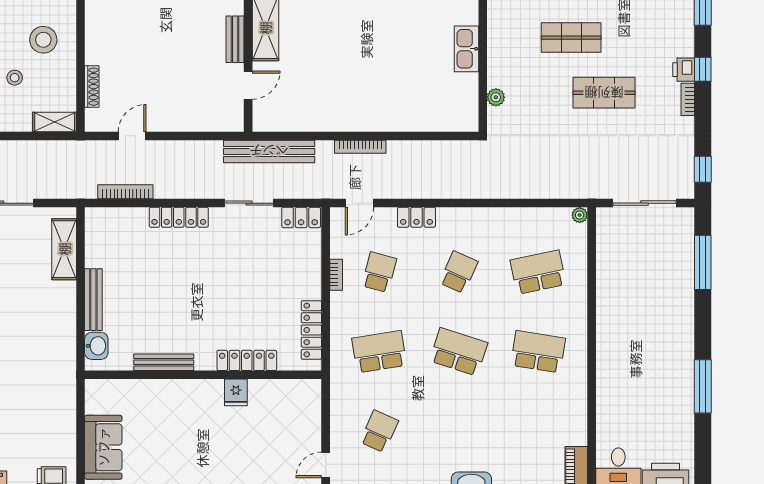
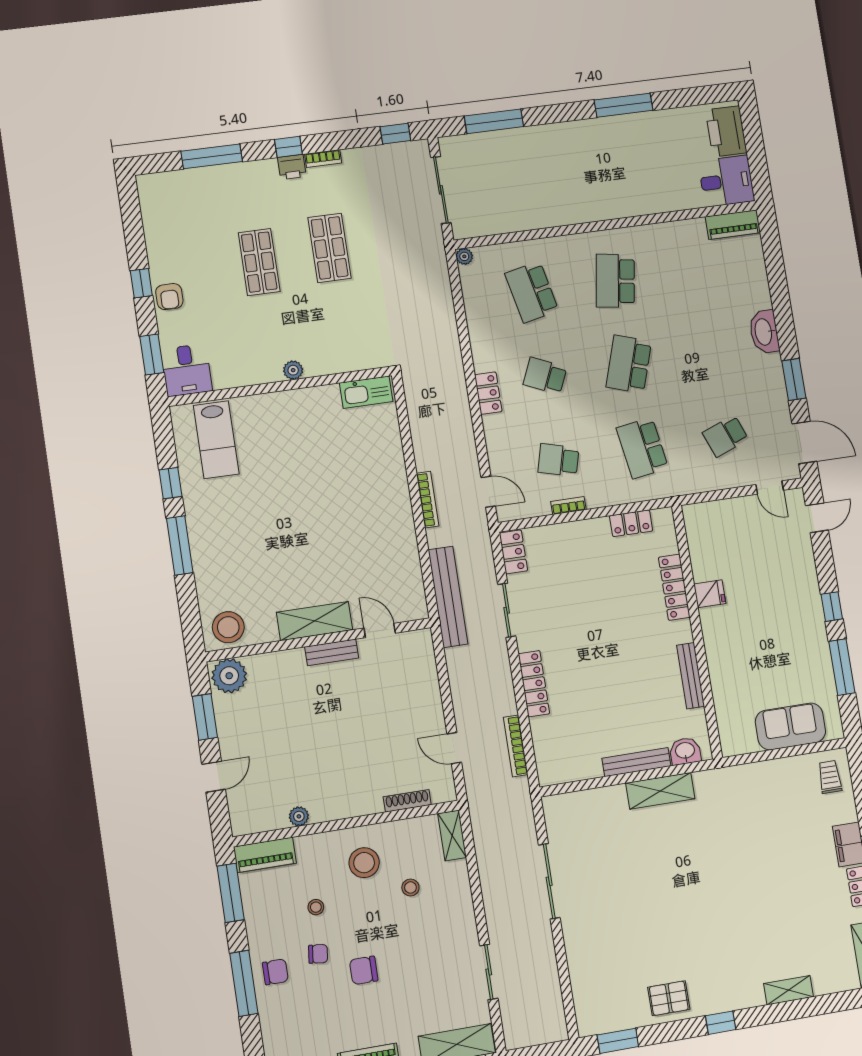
shop shelf: (571, 38) -> (259, 262), moved
kitchen sink: (466, 49) -> (366, 392), moved
plant: (496, 97) -> (293, 370), moved
locker: (416, 217) -> (488, 393), moved
shelving: (64, 249) -> (660, 791), moved
locker: (311, 330) -> (631, 523), width x0.66
school desk: (379, 431) -> (725, 436), turned -45

